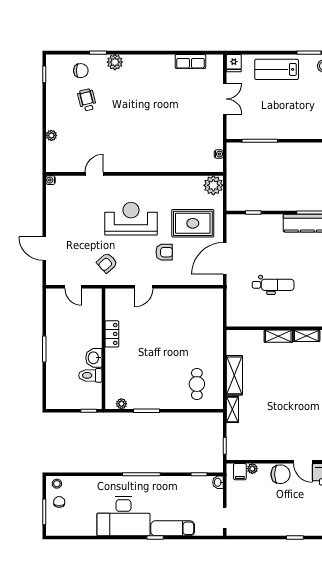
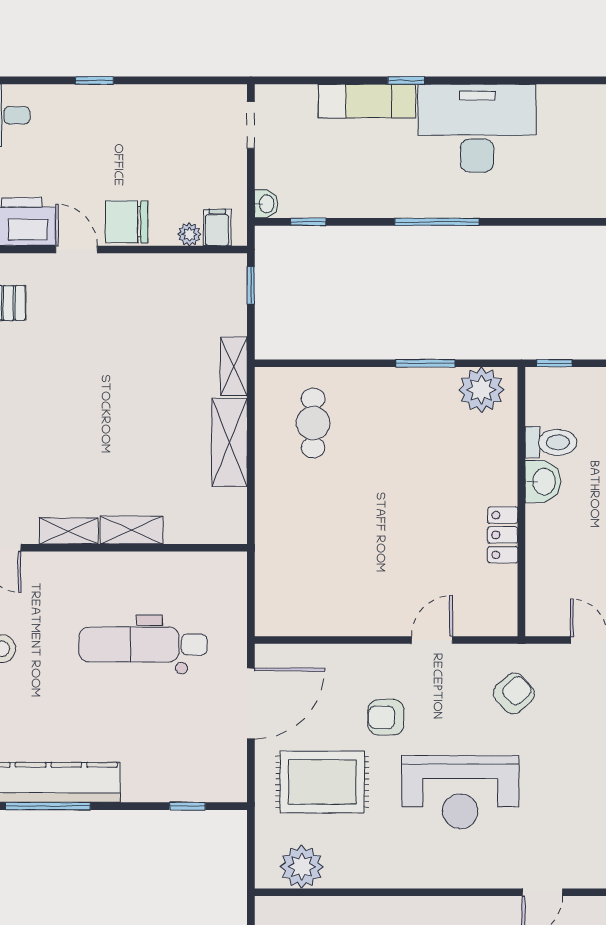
plant: (213, 185) -> (302, 867), moved
dental chair: (273, 285) -> (143, 644), width x1.36, depth x1.38
plant: (121, 404) -> (481, 390), width x1.88, depth x1.88

